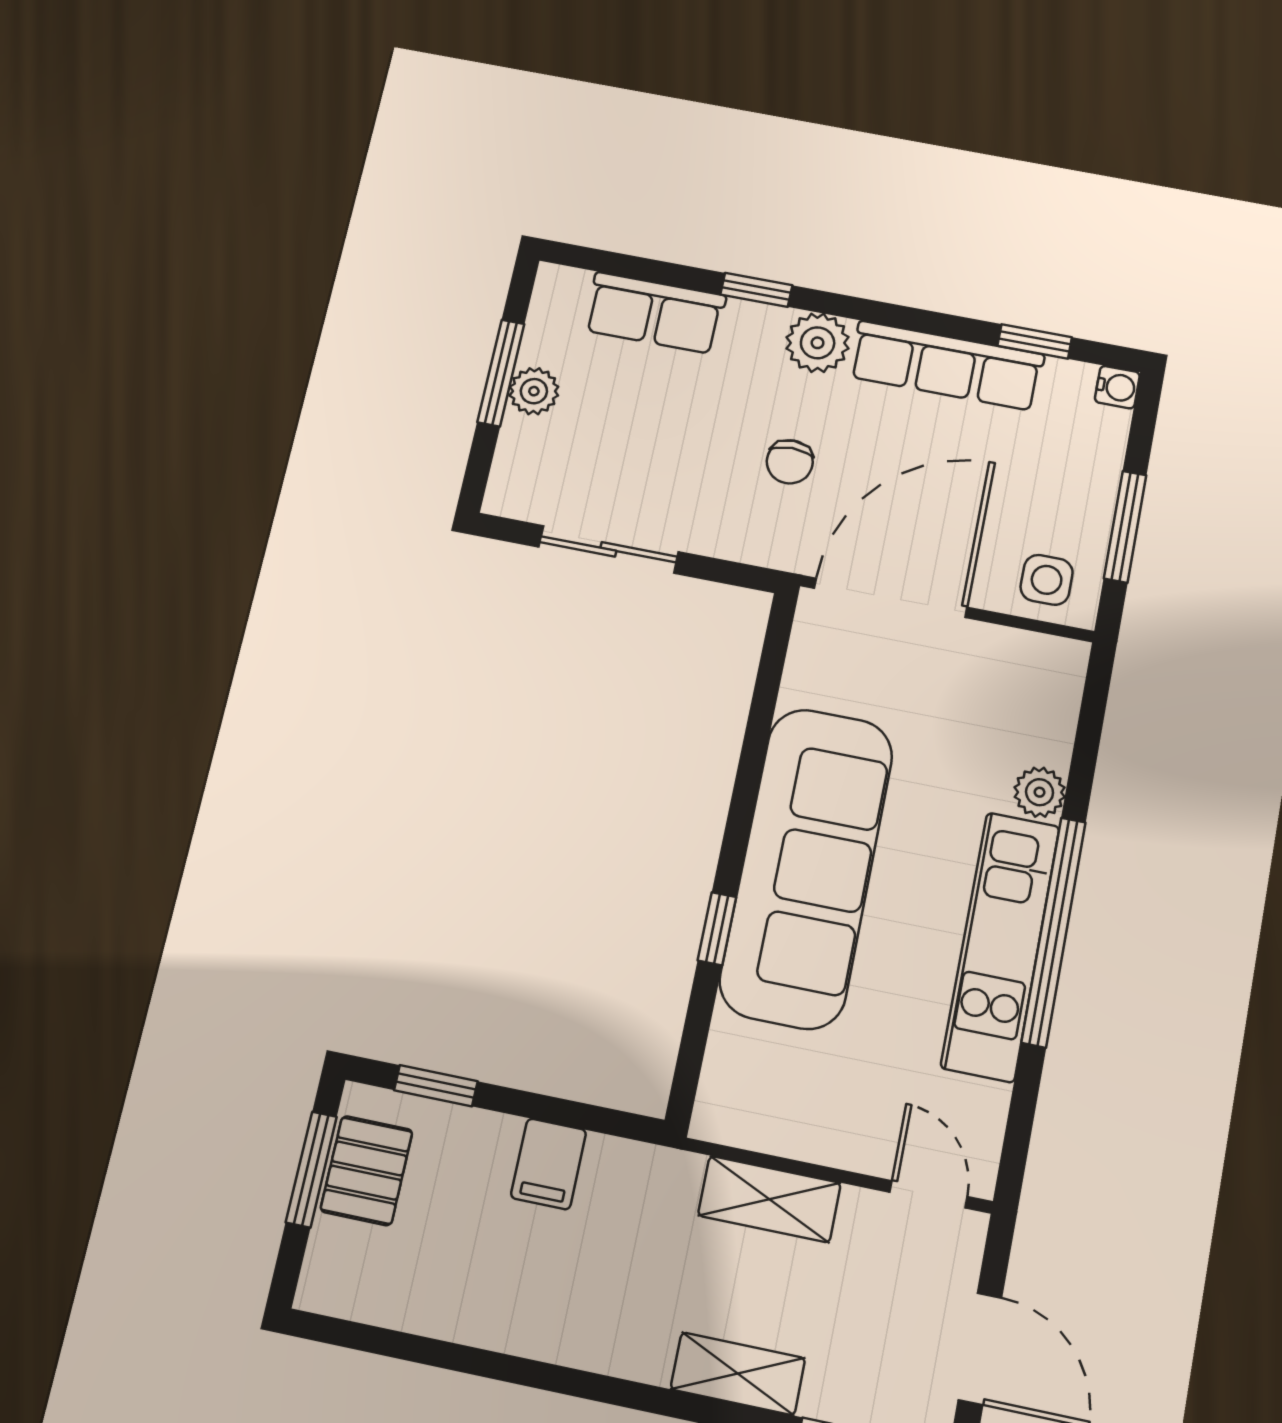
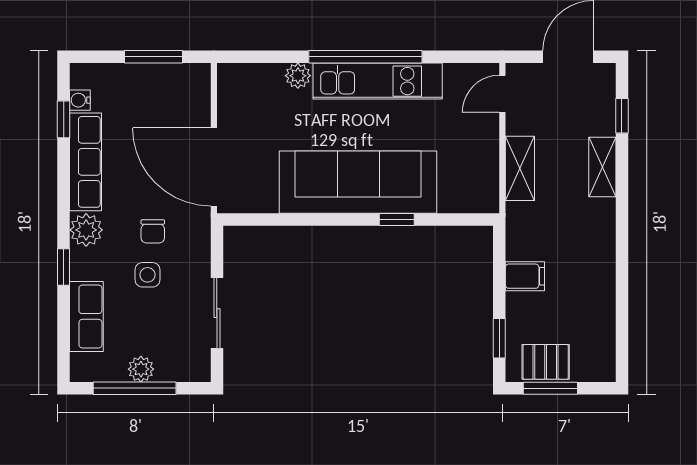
window: (501, 373) -> (135, 388), width x1.44
water cooler: (1117, 387) -> (80, 100), moved, turned -90
chair: (790, 462) -> (153, 231), turned 90
side table: (1047, 580) -> (147, 275), moved

